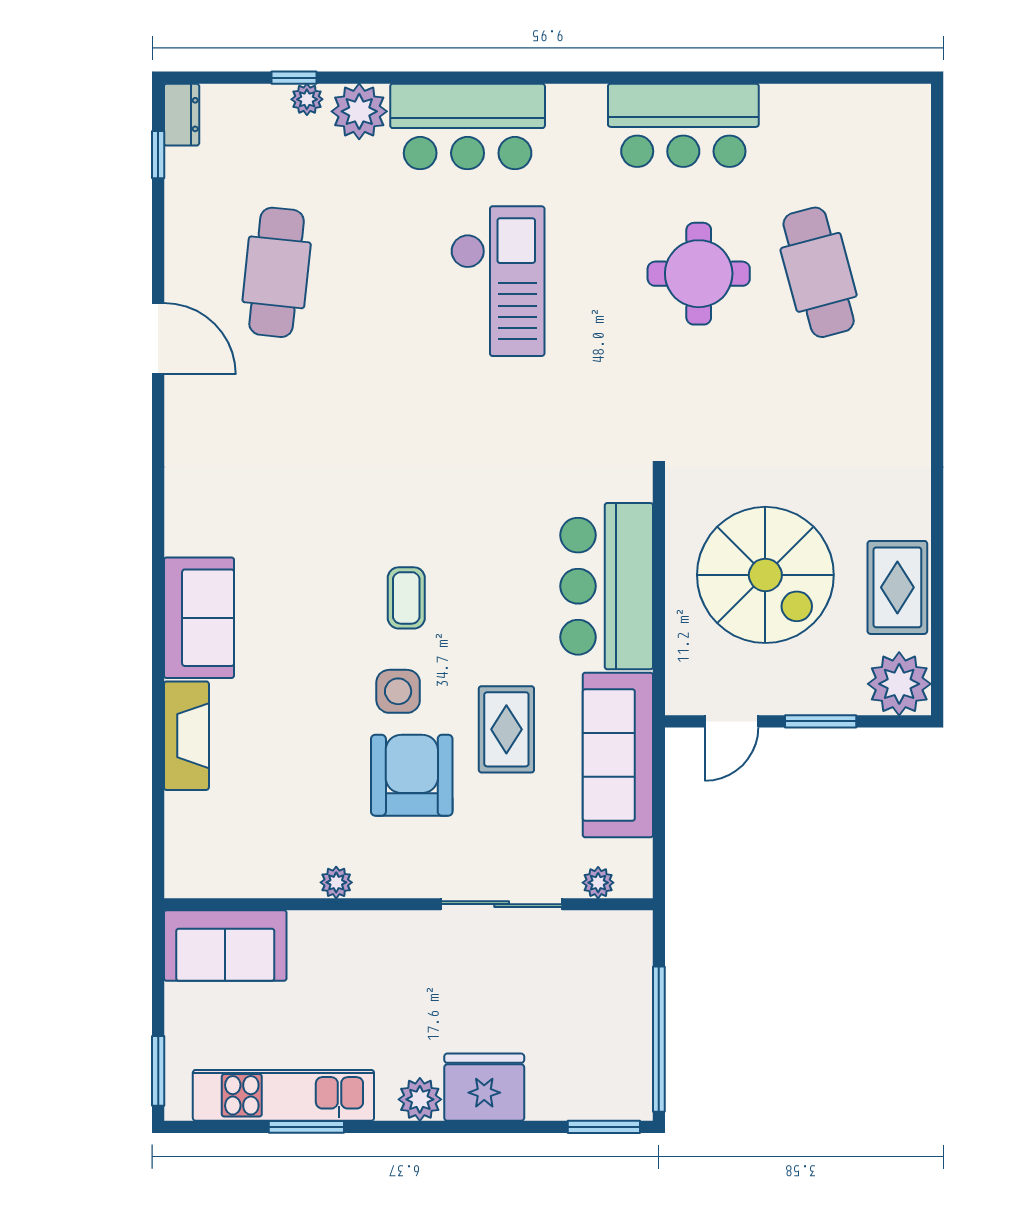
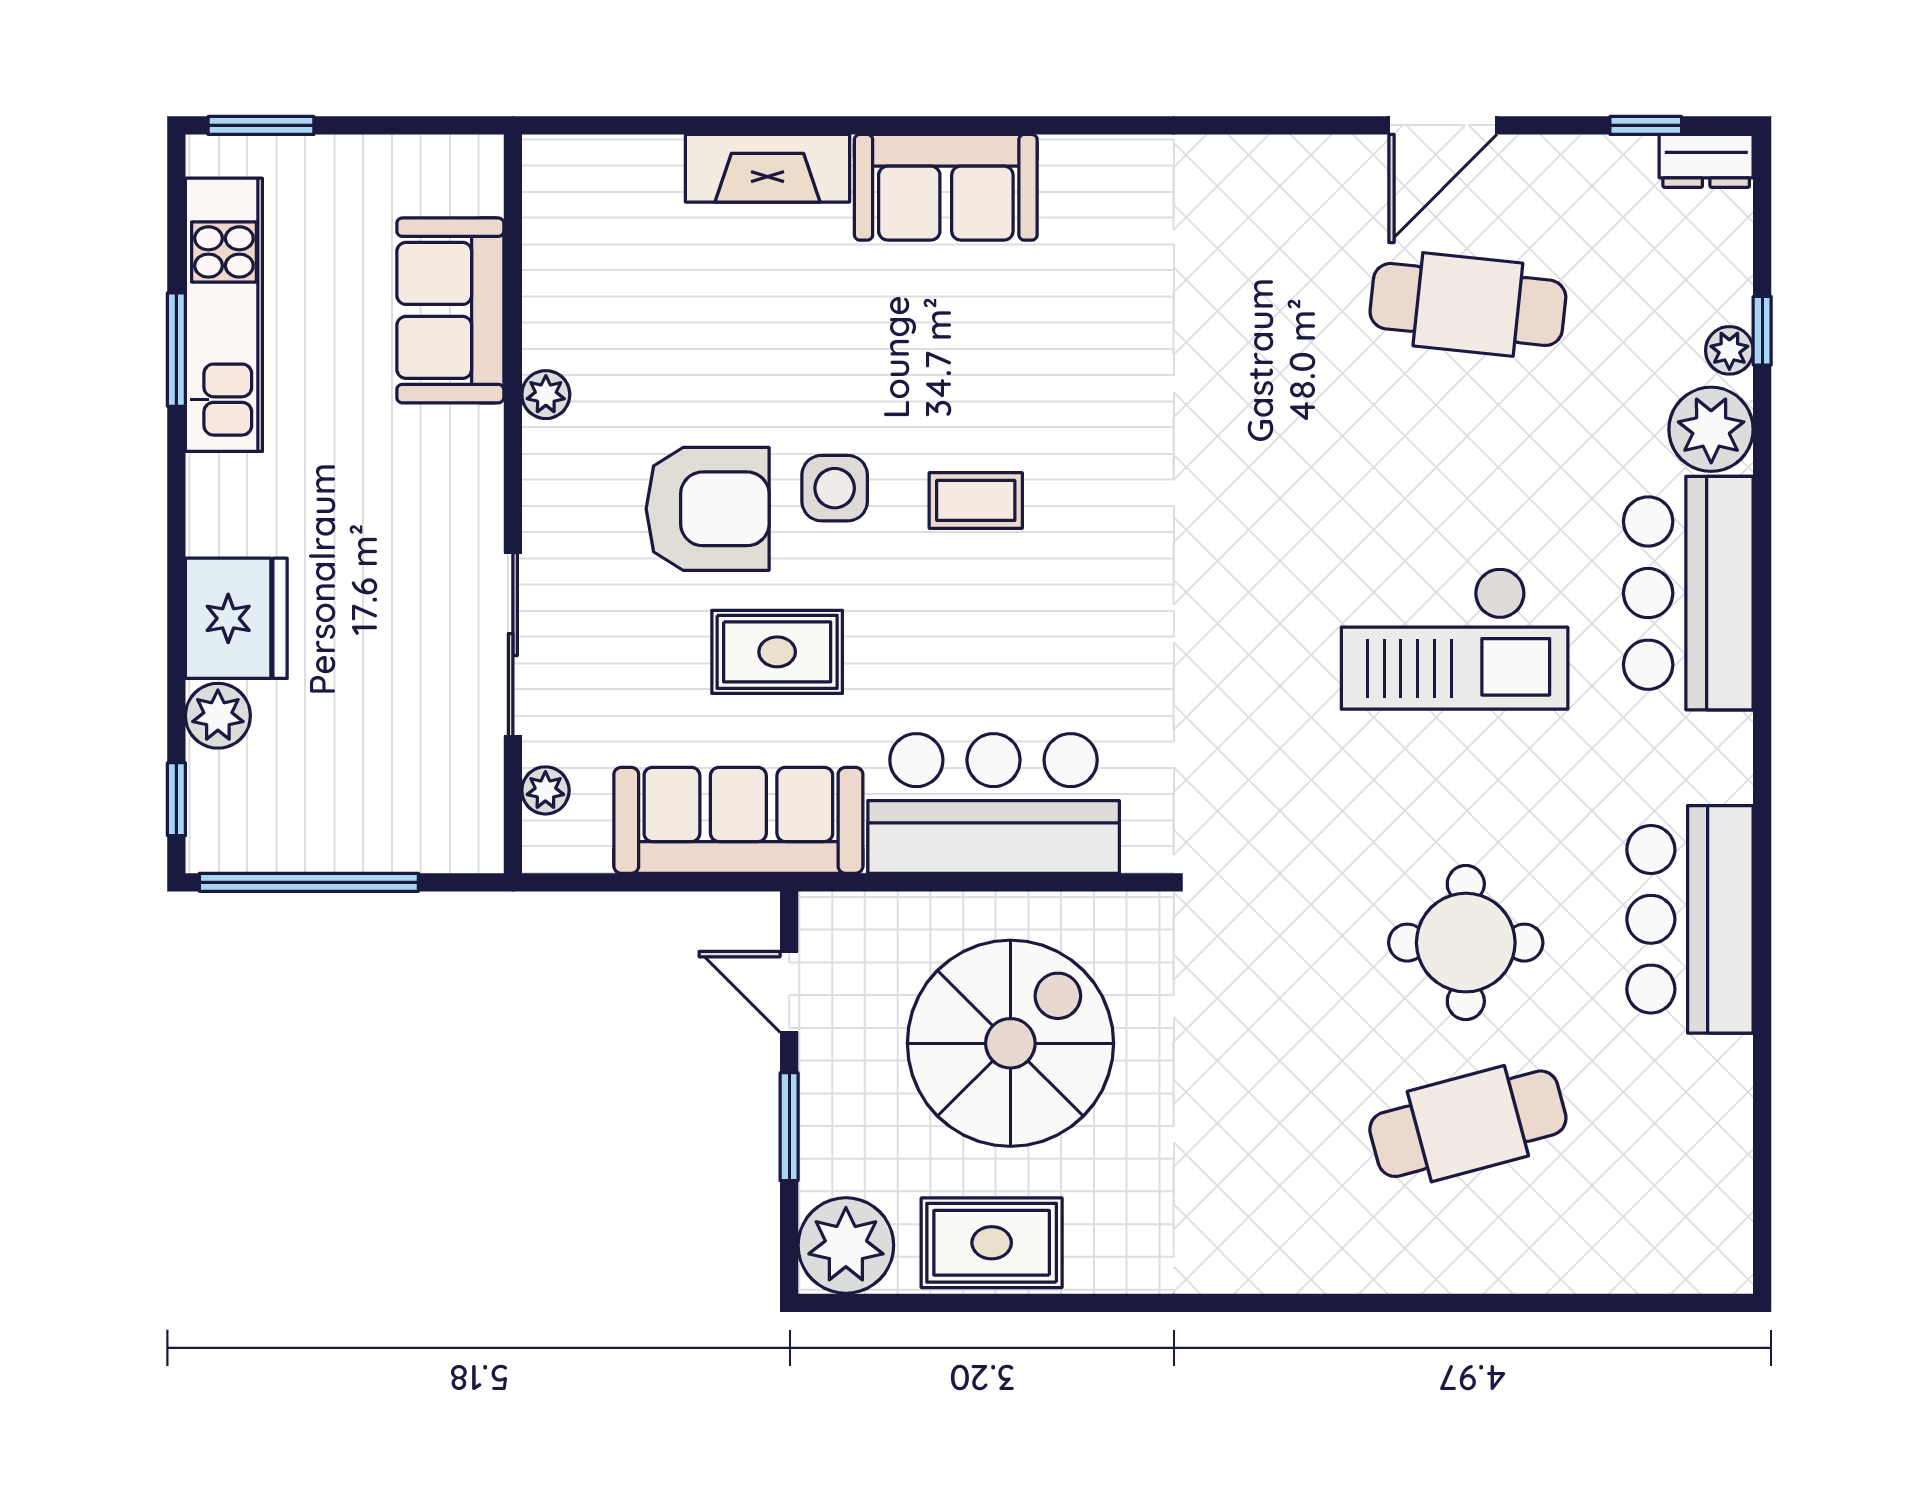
door: (158, 339) -> (1443, 125), moved
spiral stairs: (765, 575) -> (1010, 1043), turned 180
sofa: (225, 946) -> (450, 310), moved
plant: (420, 1099) -> (218, 716), moved
window: (604, 1127) -> (176, 799), width x0.67

